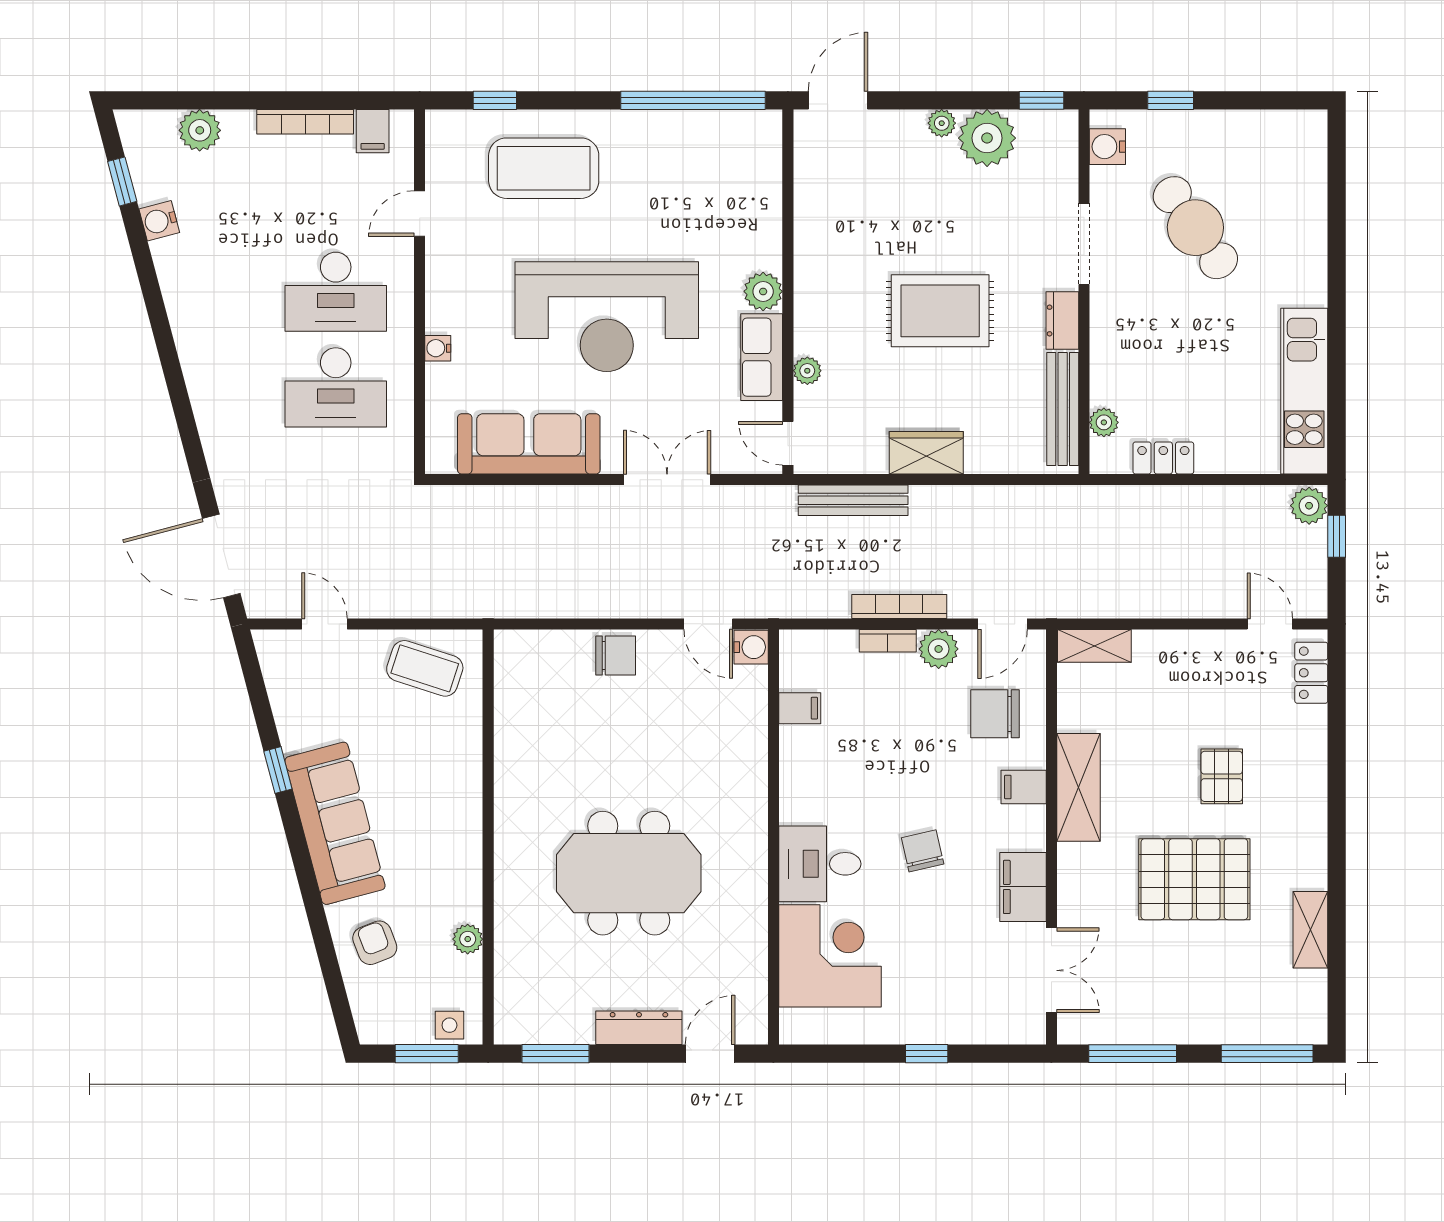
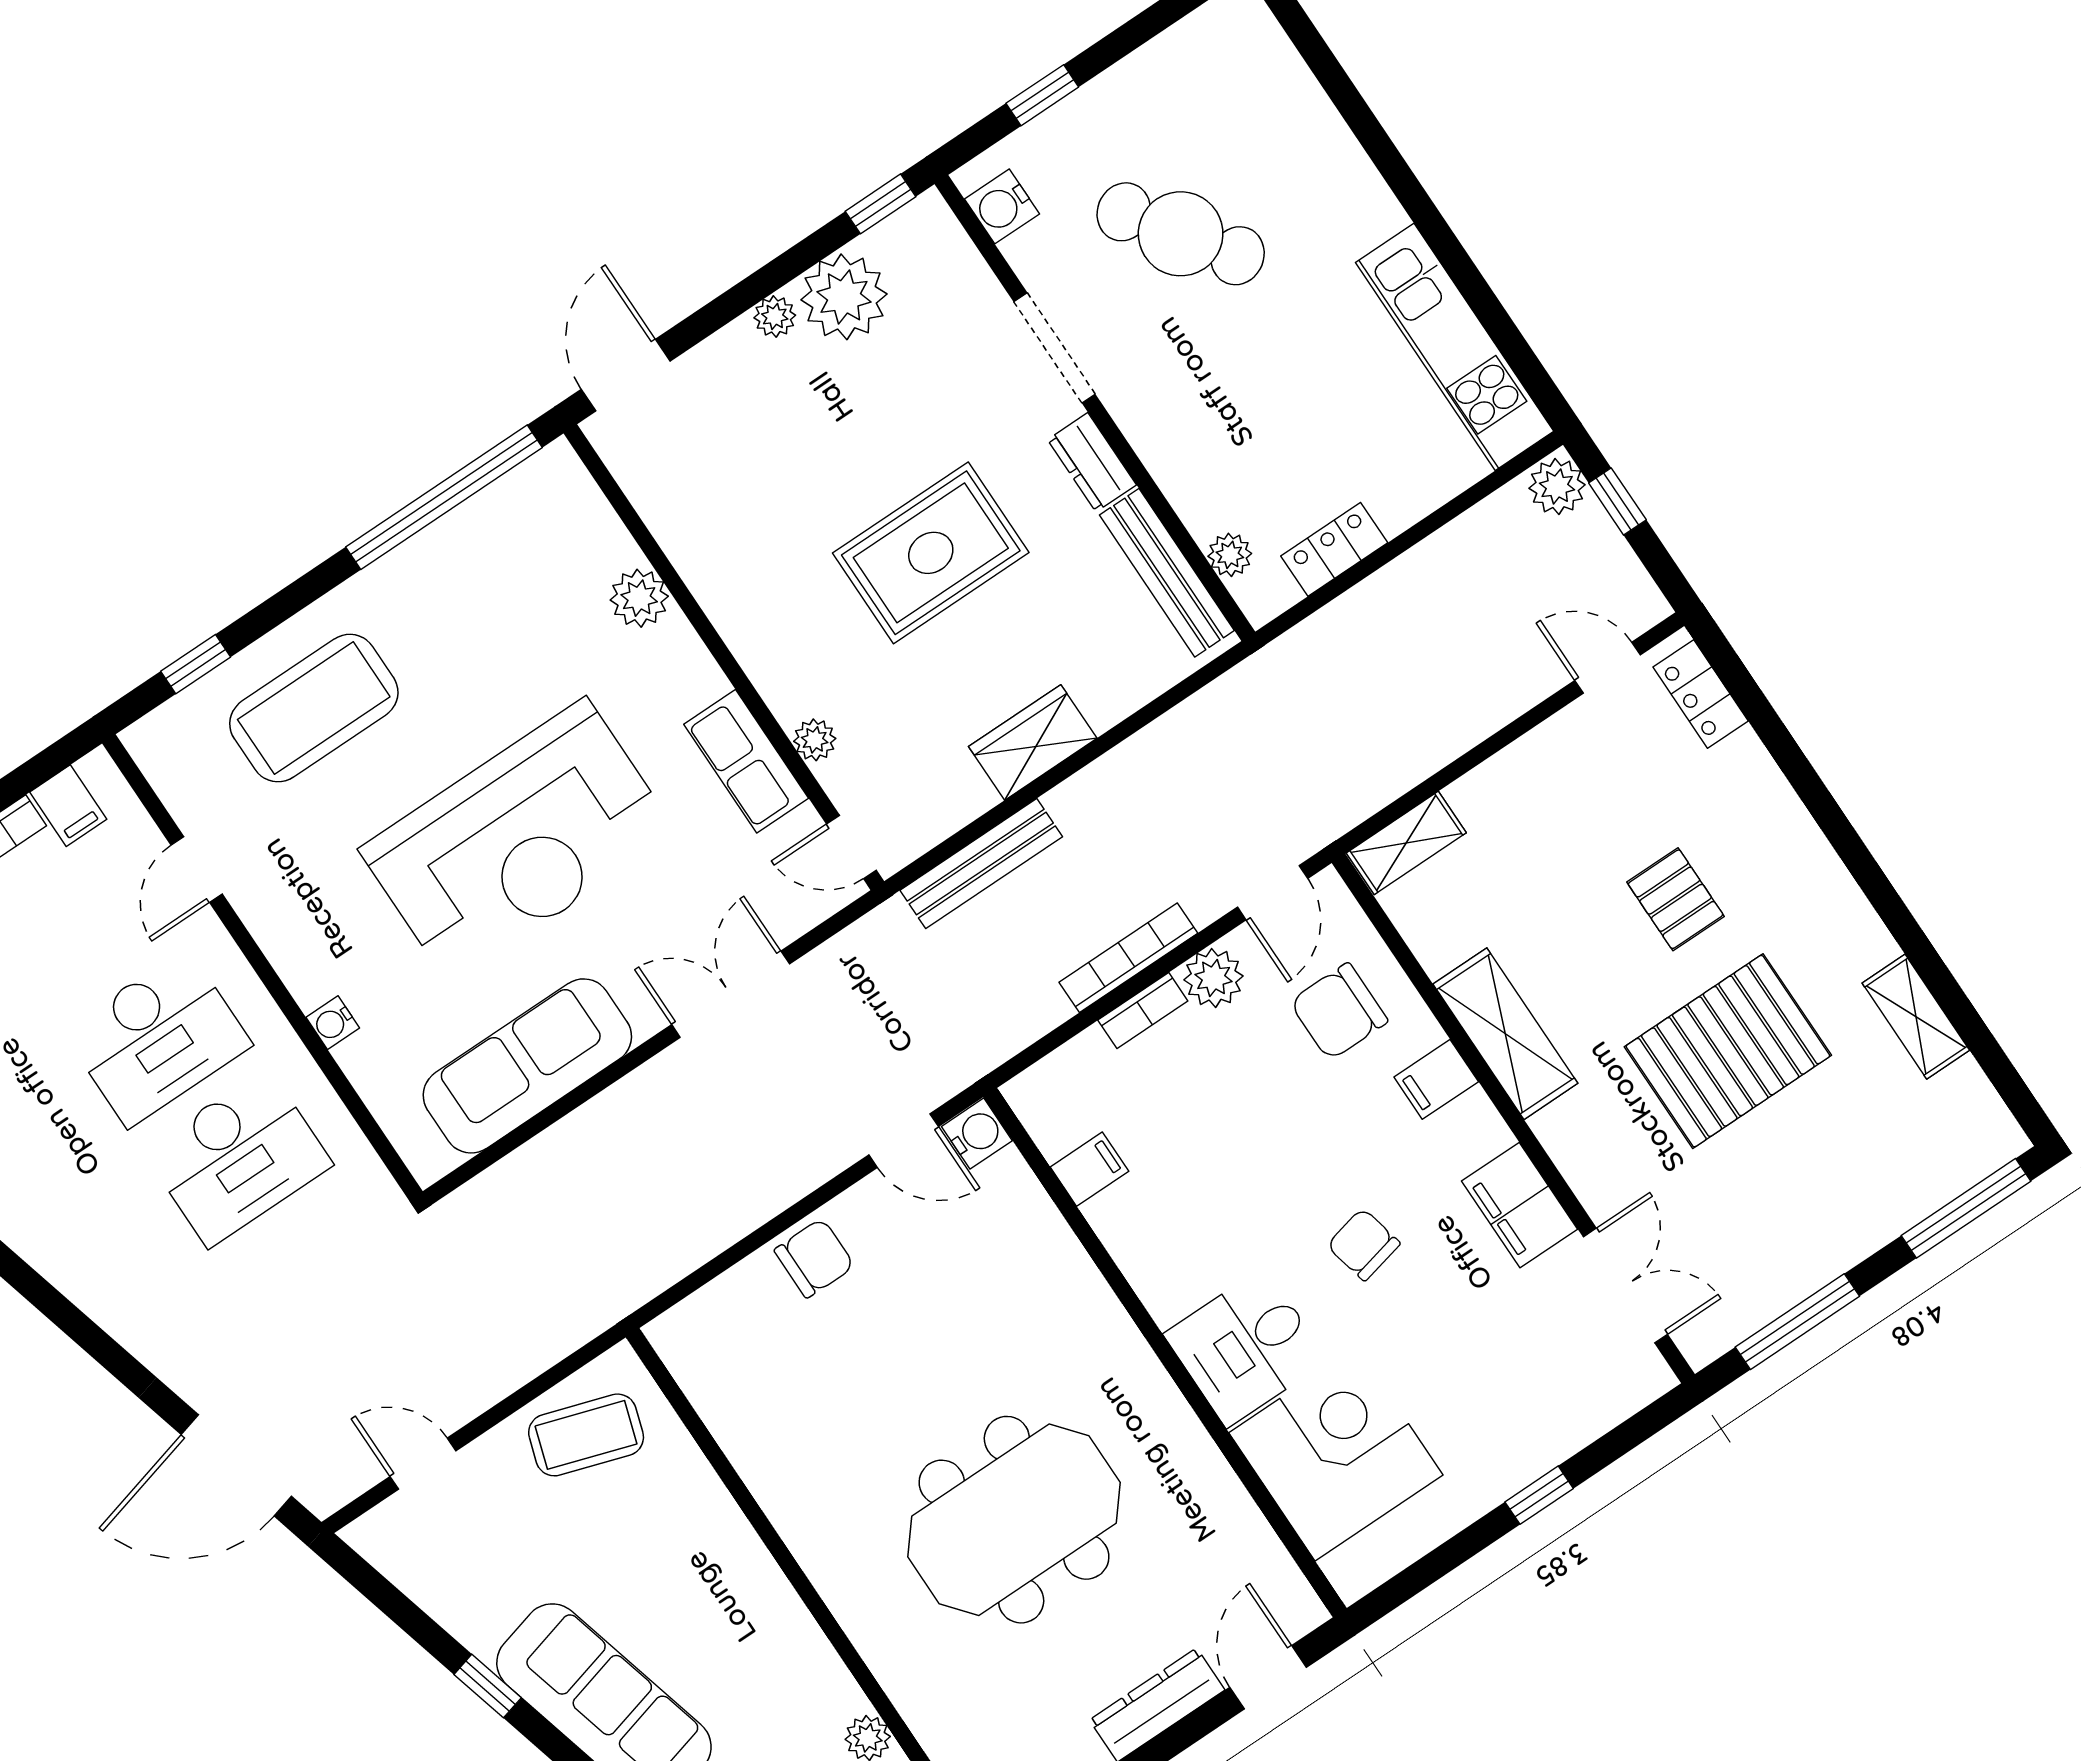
plant: (763, 291) -> (639, 598), moved

